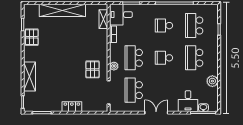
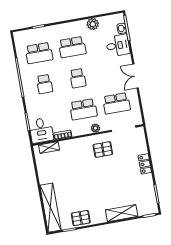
shelving: (62, 10) -> (50, 208), moved

